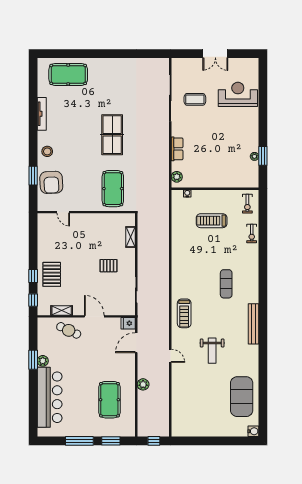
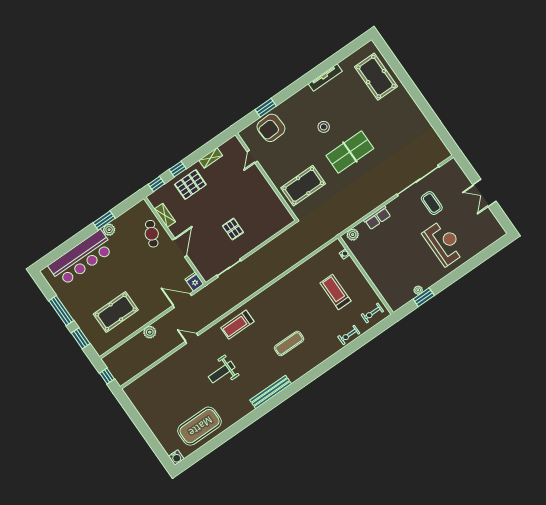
reception desk: (238, 94) -> (444, 243), moved
stool: (47, 151) -> (324, 127), moved
shelving: (130, 237) -> (211, 158), moved
door: (170, 356) -> (192, 338), swing flipped

